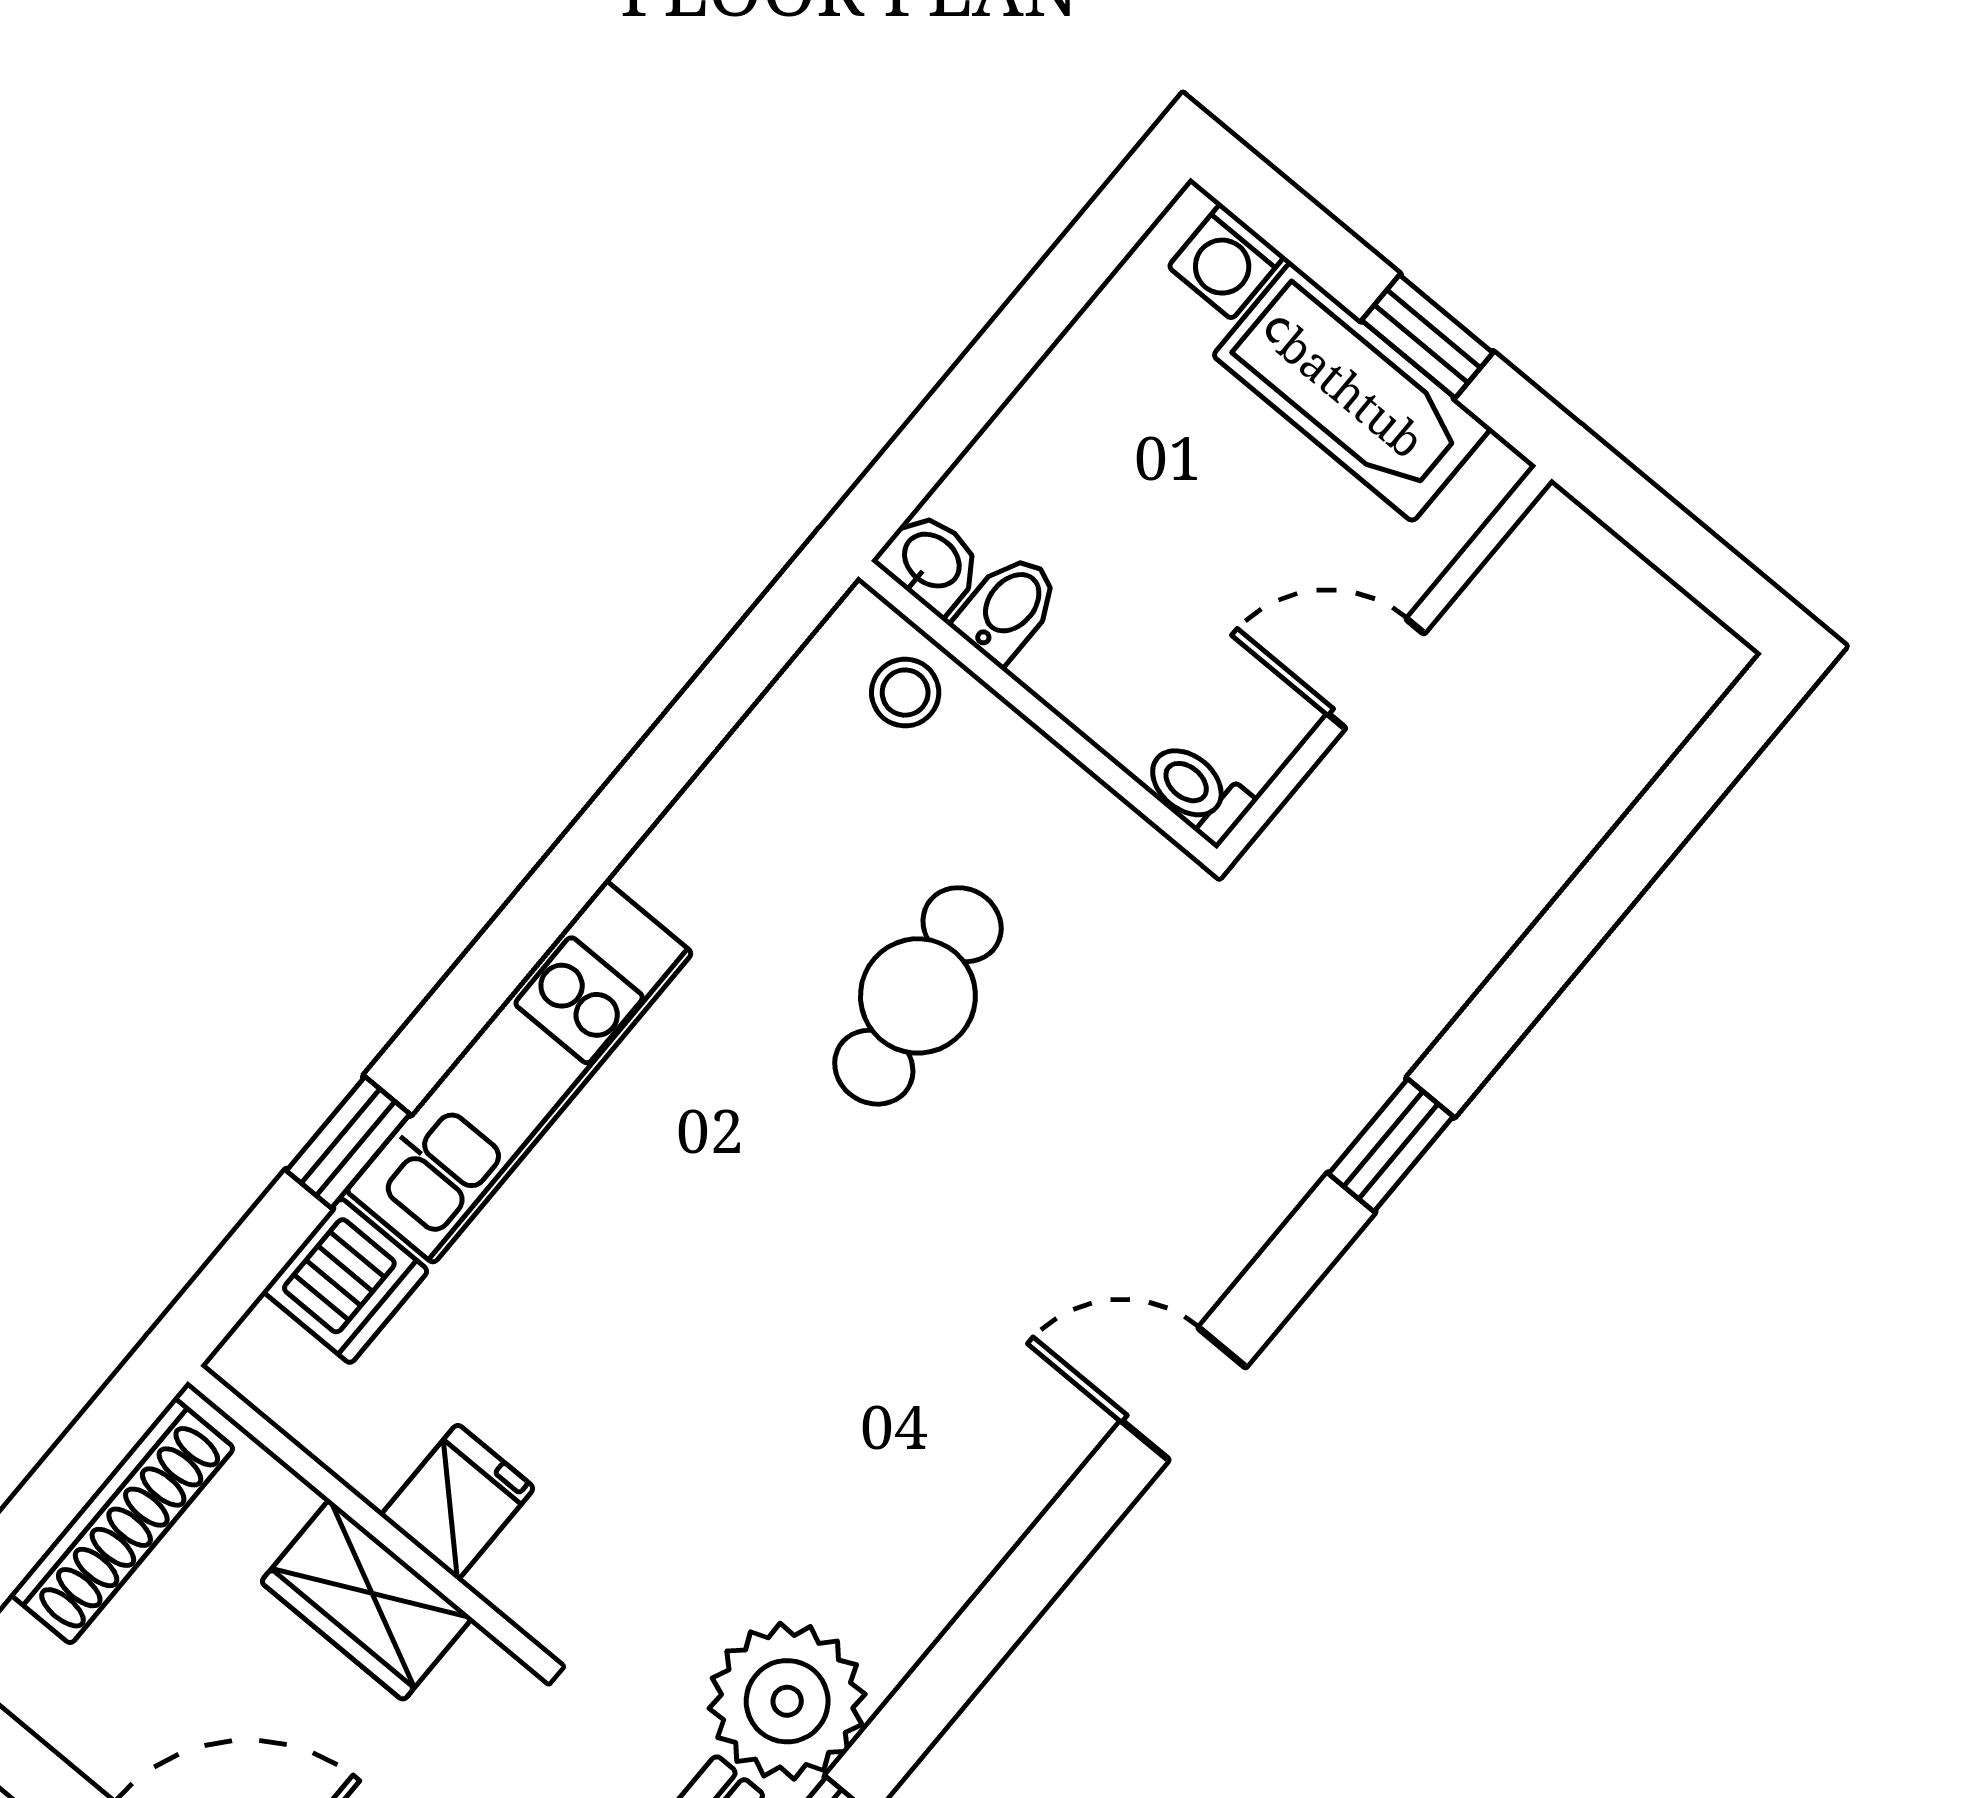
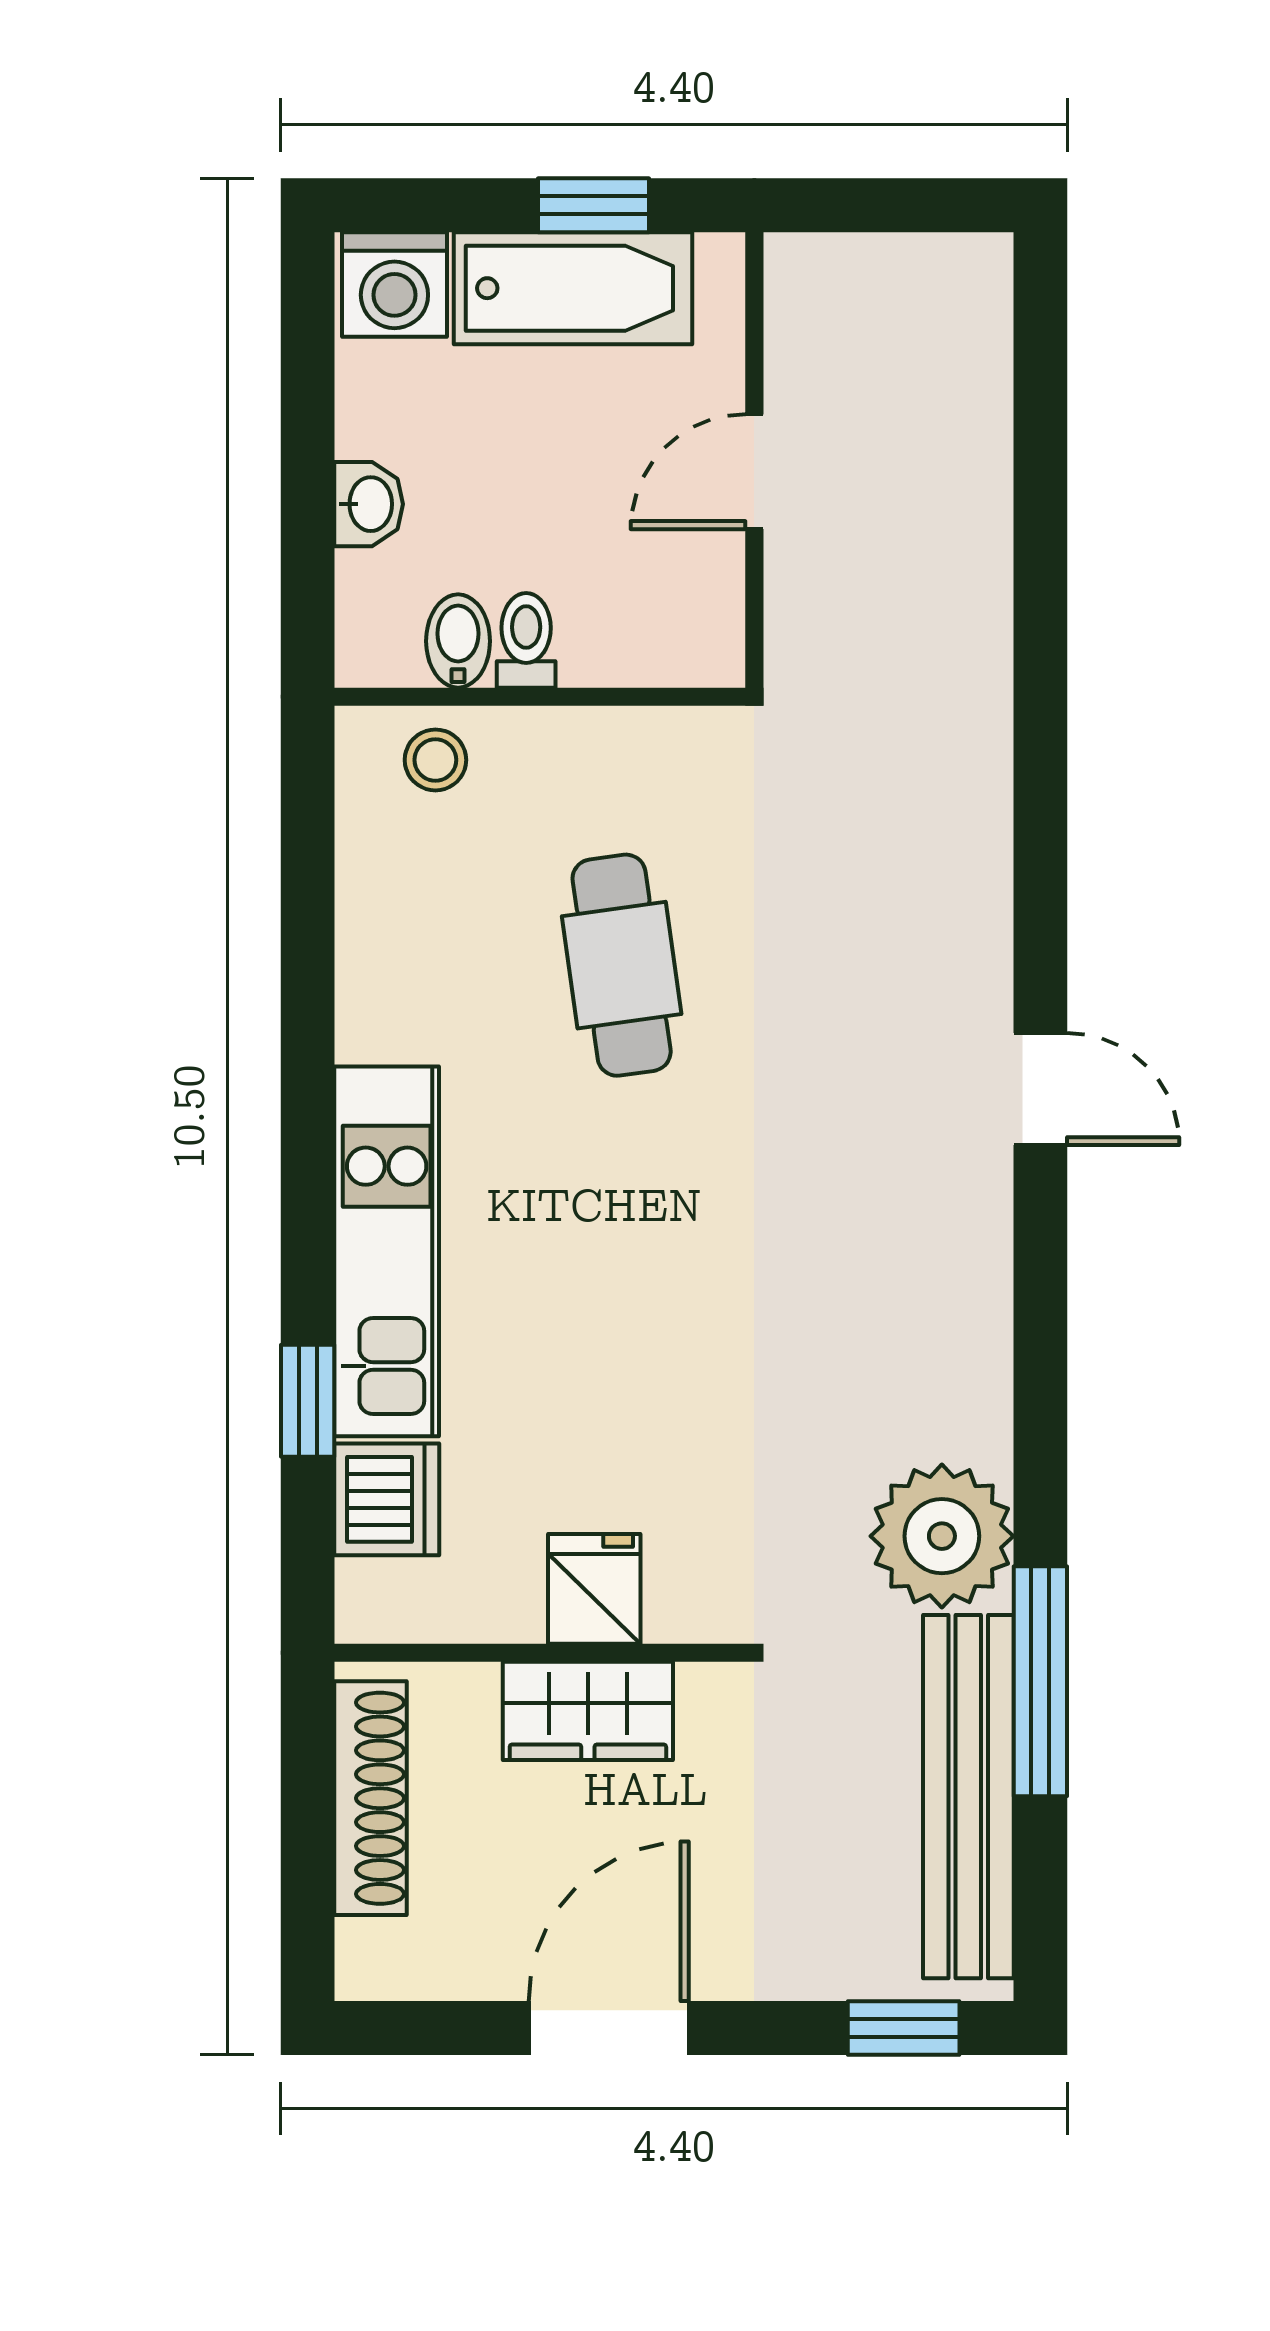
washing machine: (1226, 261) -> (394, 284), width x1.38, depth x1.38
washbasin: (930, 562) -> (369, 504), moved, turned 90
toilet: (1197, 791) -> (526, 640), moved, turned 90
window: (1391, 1145) -> (1040, 794), removed
door: (1184, 1394) -> (1040, 1089), swing flipped

